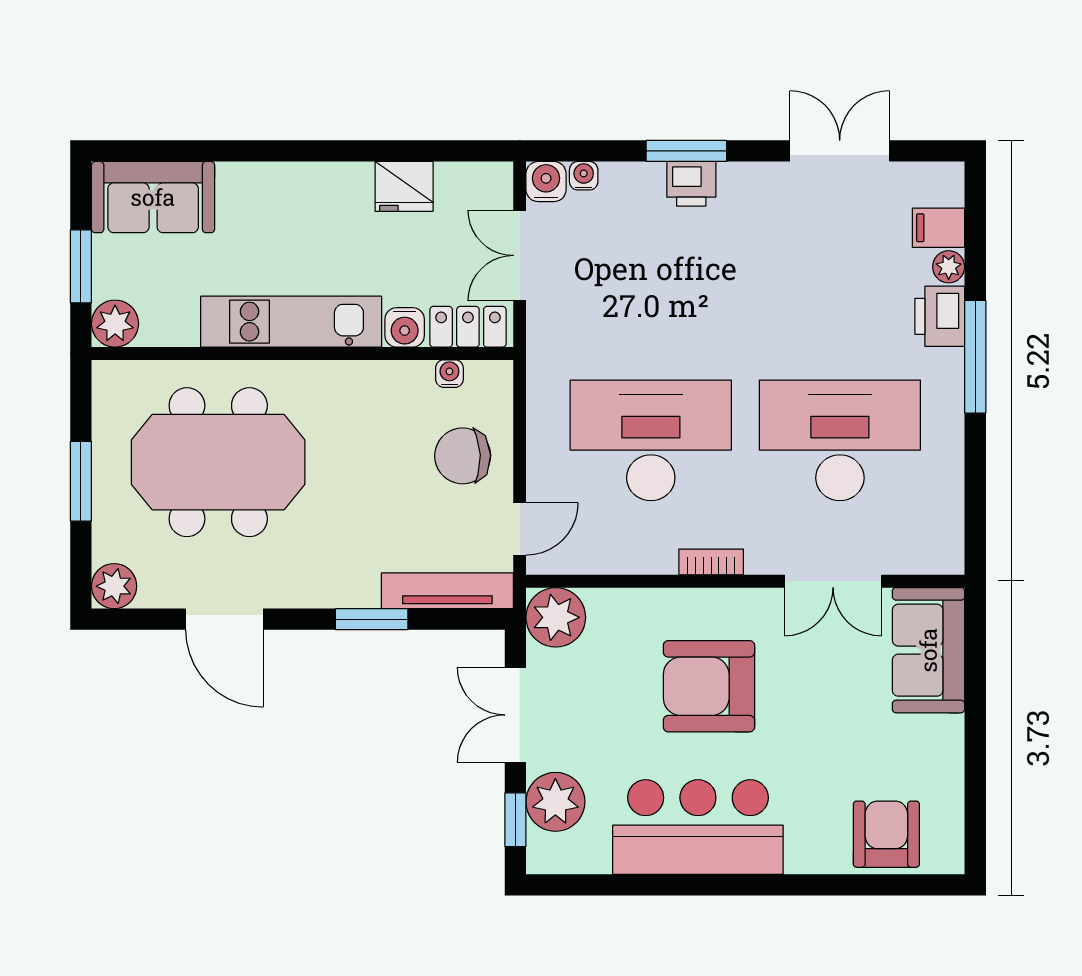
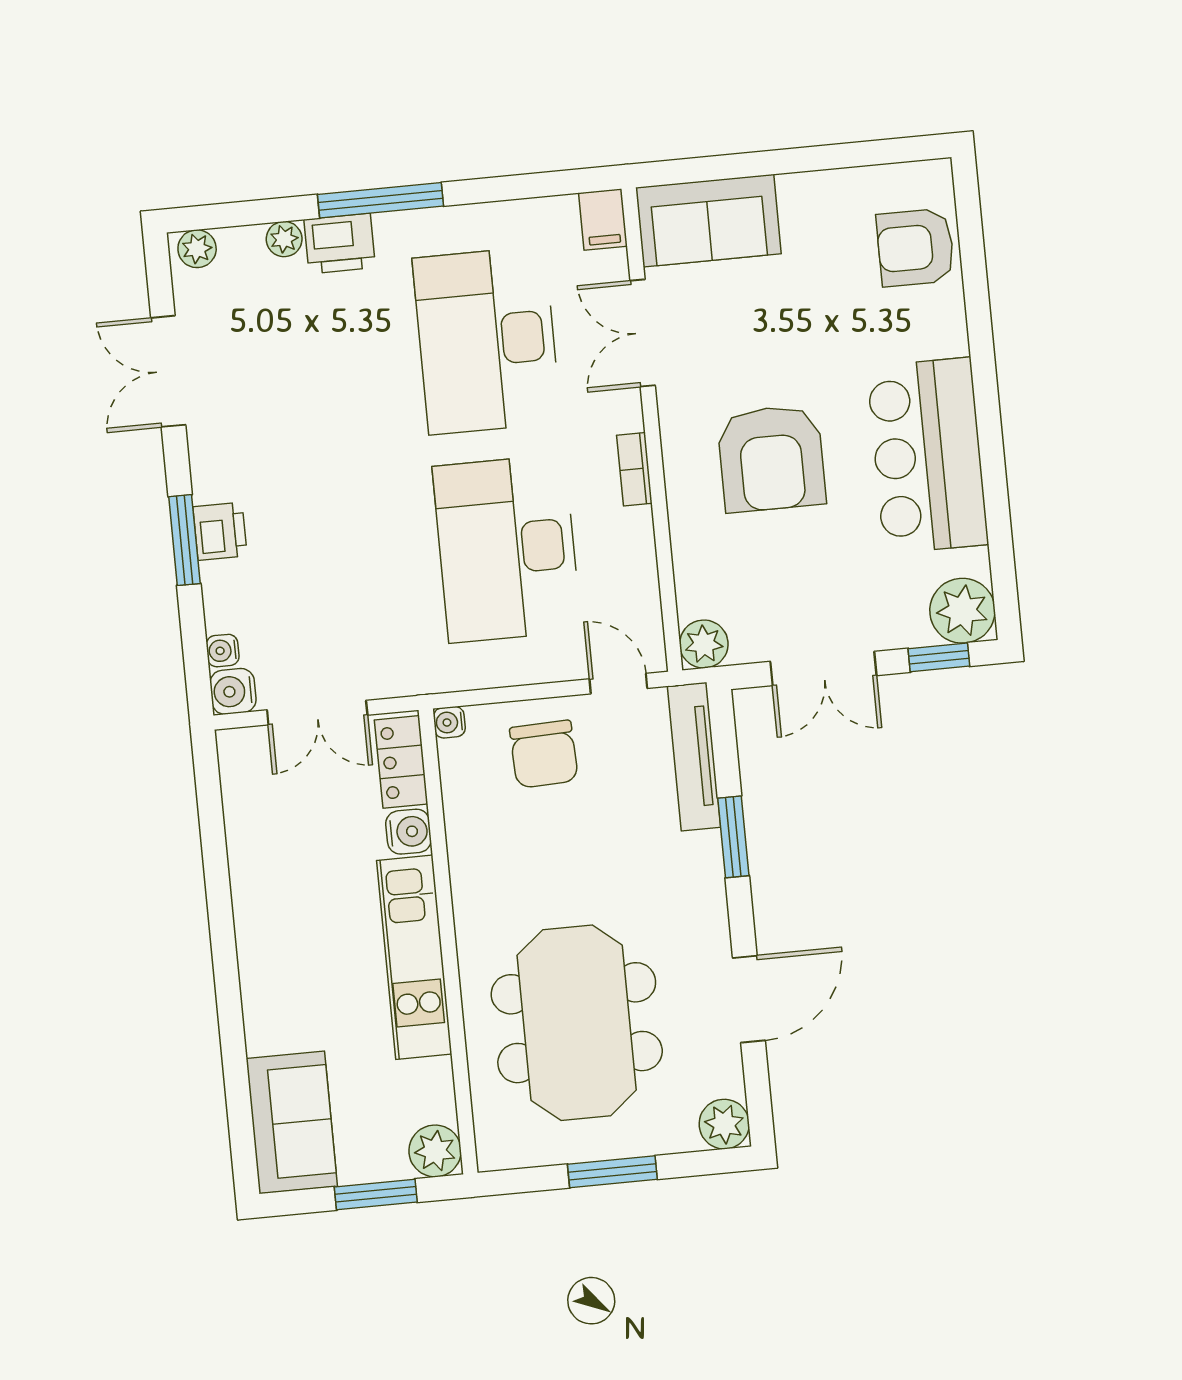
fridge: (404, 186) -> (253, 847), removed
plant: (947, 188) -> (197, 249), added
filing cabinet: (939, 228) -> (603, 220), moved
water cooler: (449, 374) -> (449, 722), moved
double door: (833, 581) -> (643, 333), swing flipped
plant: (556, 617) -> (704, 644), width x0.73, depth x0.73
plant: (555, 802) -> (962, 611), moved

